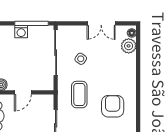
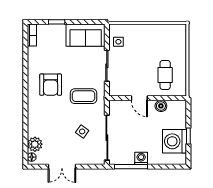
double door: (101, 23) -> (62, 167), swing flipped
door: (23, 92) -> (139, 98), swing flipped
coffee table: (79, 95) -> (84, 96), turned 90

